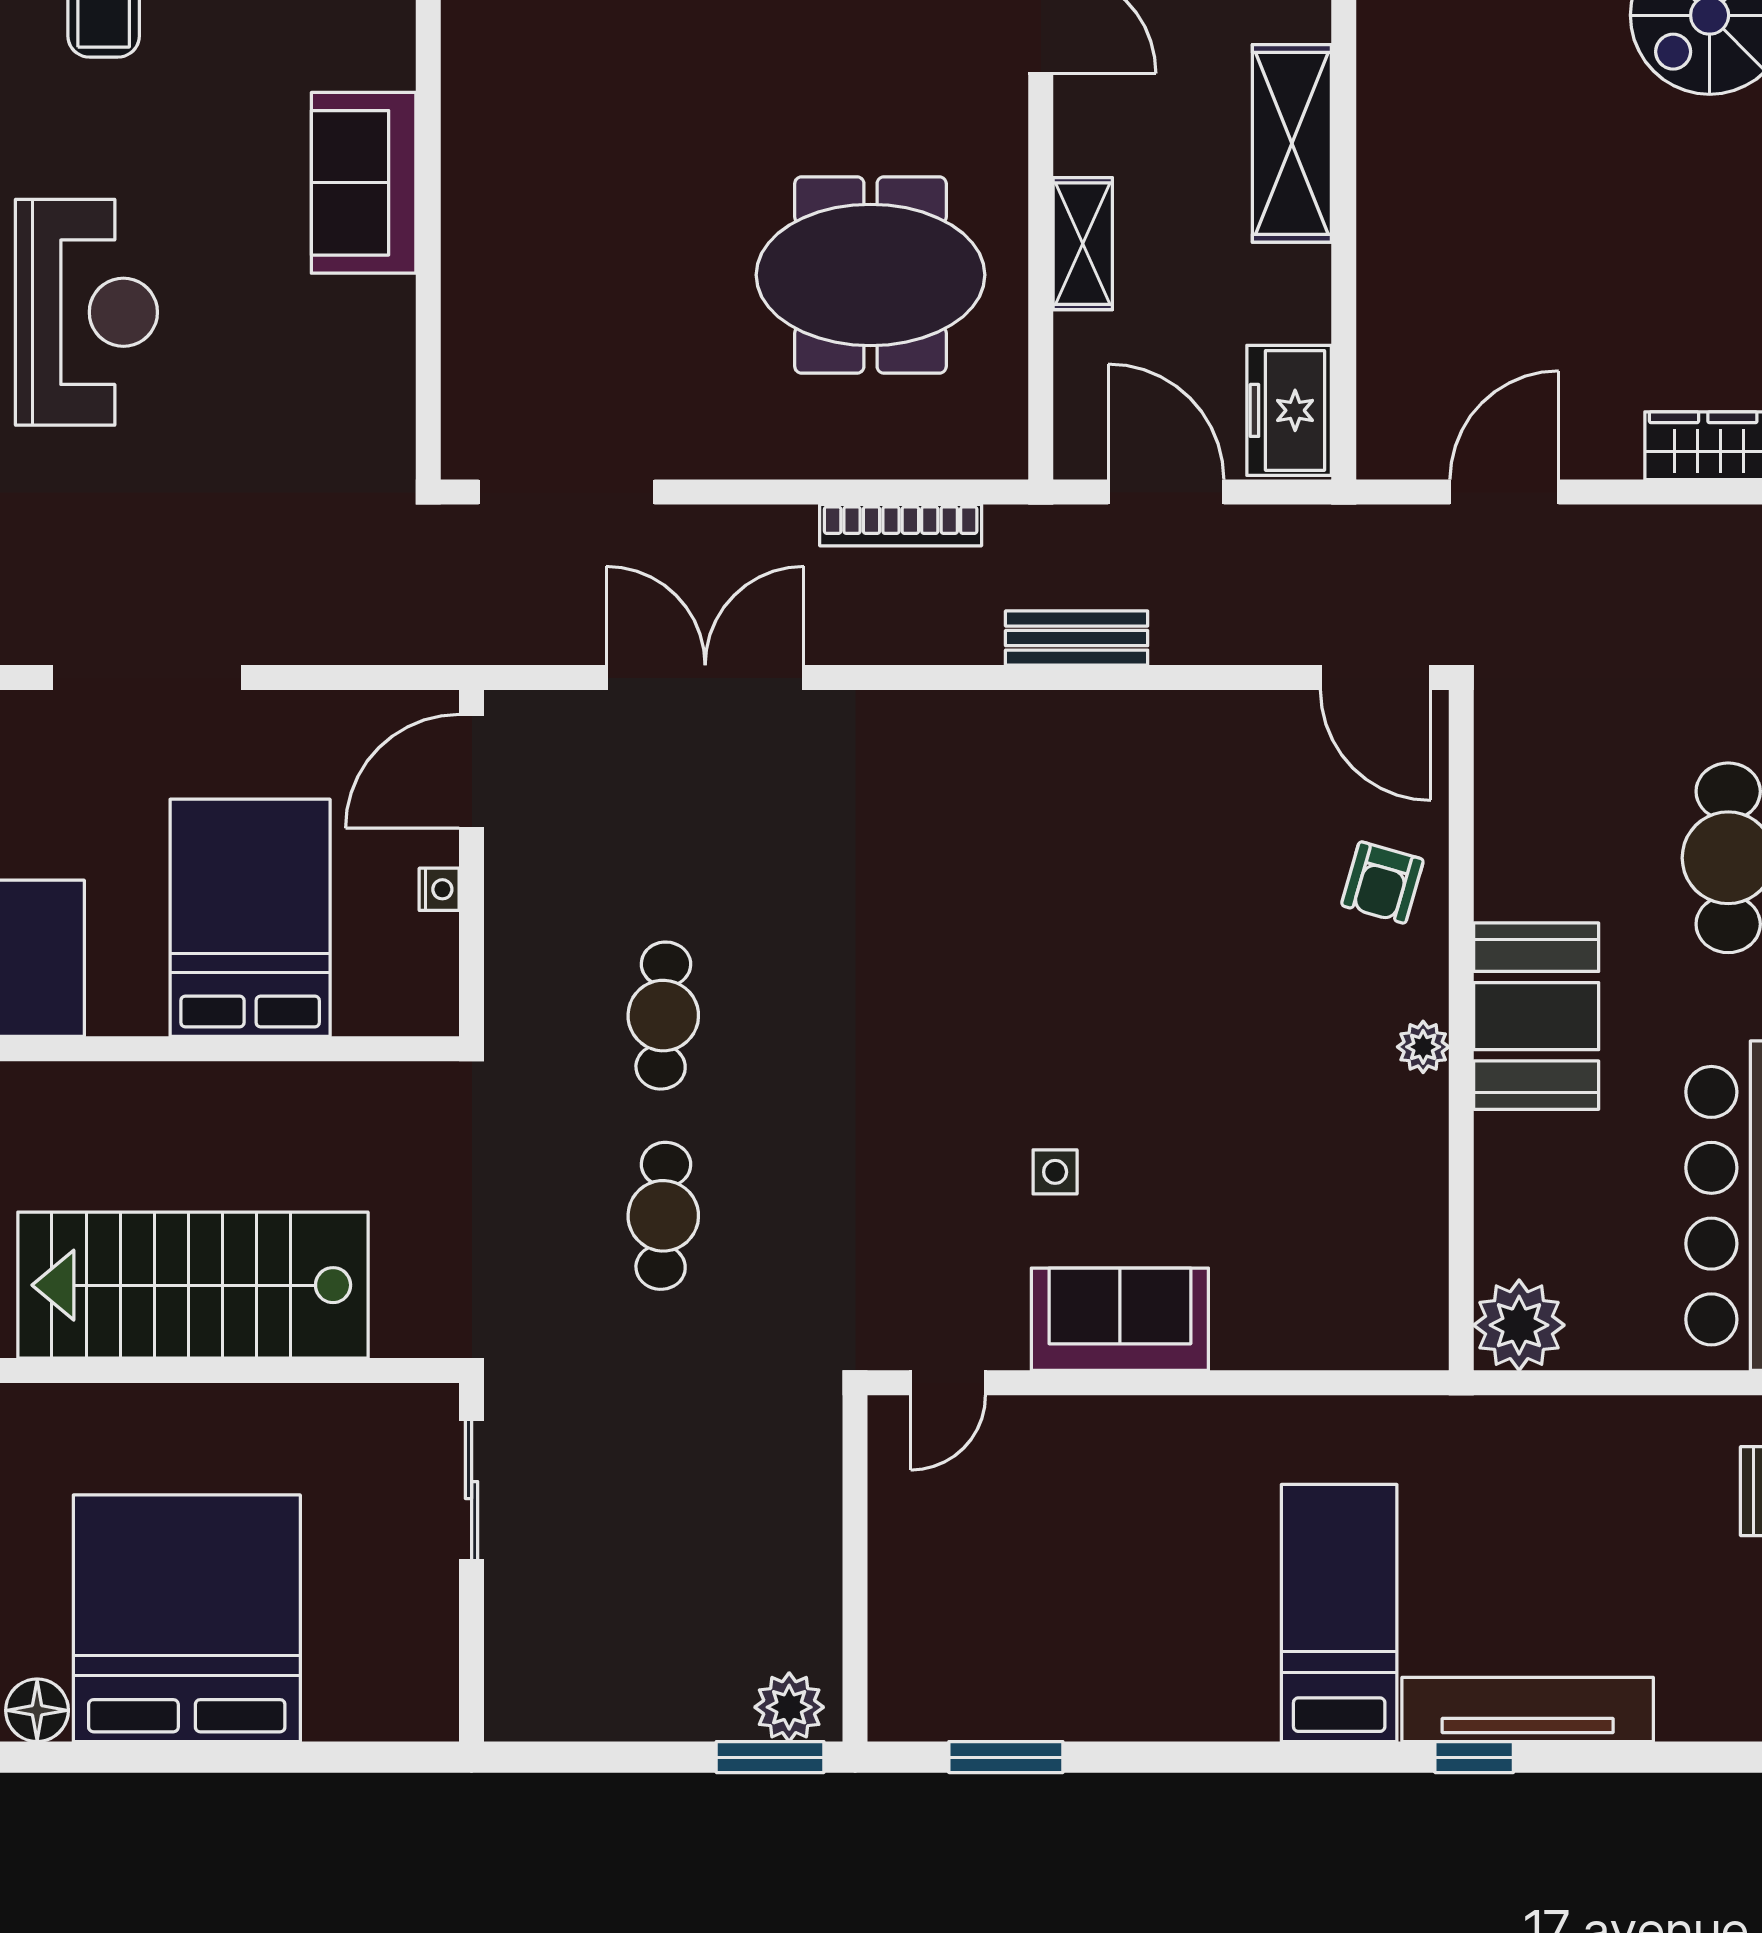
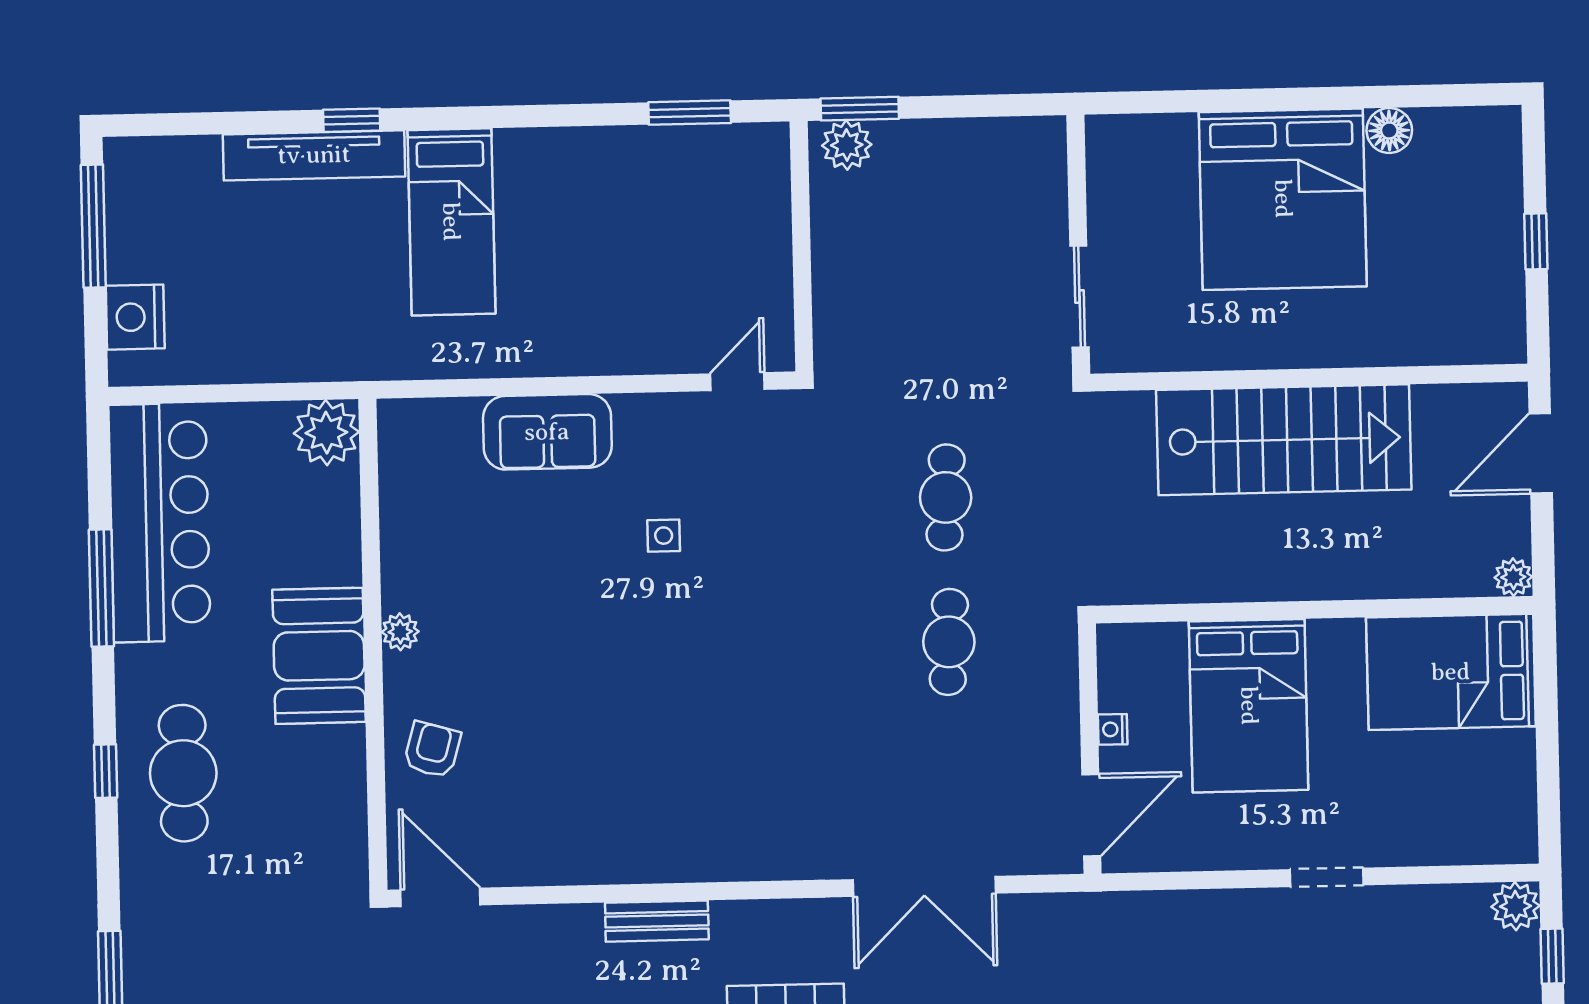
doorway: (147, 678) -> (1327, 877), width x0.53
sofa: (1120, 1319) -> (547, 432), moved

